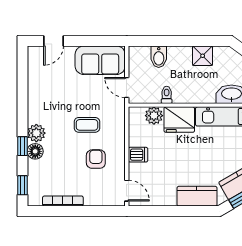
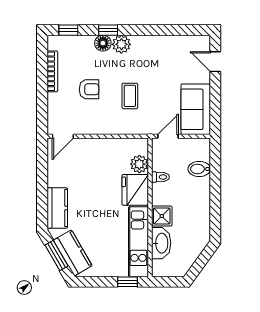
shower: (203, 56) -> (162, 216), moved
dishwasher: (138, 155) -> (99, 148), removed
armchair: (96, 159) -> (89, 89), moved

